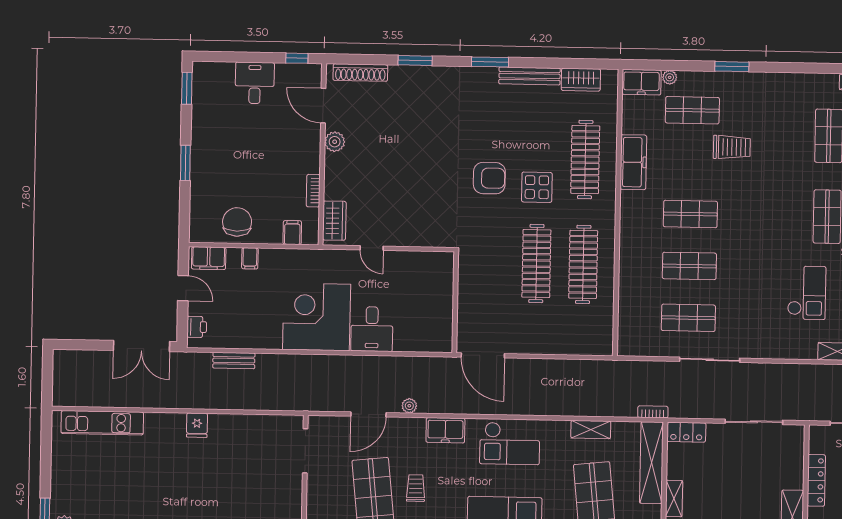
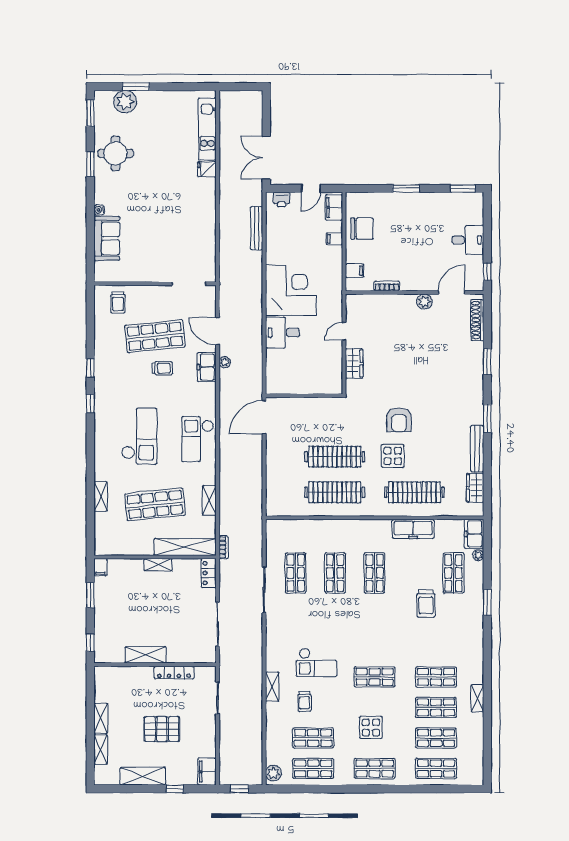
wardrobe: (334, 221) -> (354, 364), moved, turned -90
bench: (234, 361) -> (257, 228), width x1.36
fridge: (197, 425) -> (207, 169), moved
freezer: (445, 430) -> (207, 367), moved

